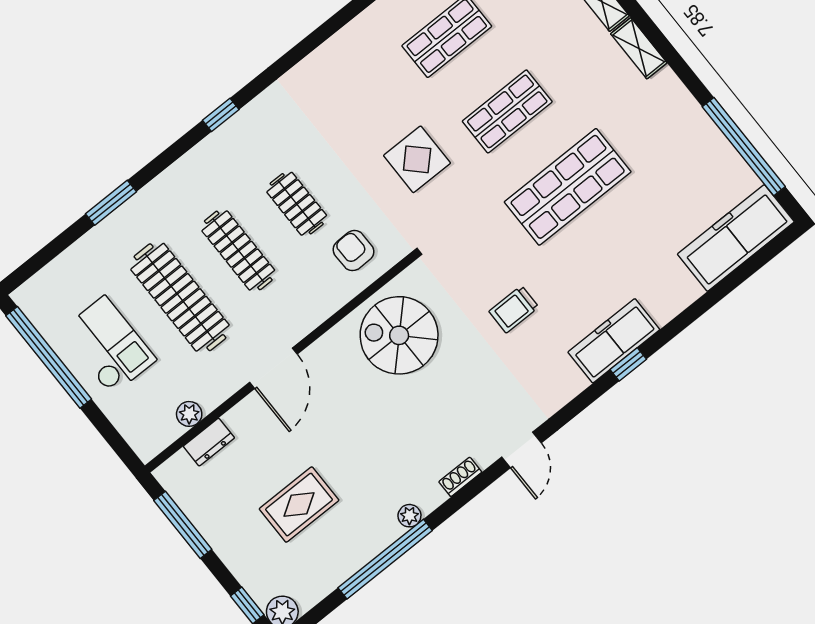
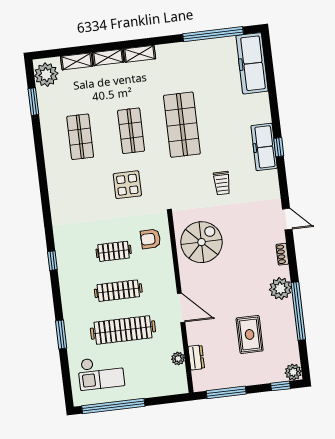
spiral stairs: (399, 335) -> (201, 242), turned 180
checkout: (108, 345) -> (101, 373), moved, turned 180
plant: (409, 516) -> (280, 289), width x1.88, depth x1.88

